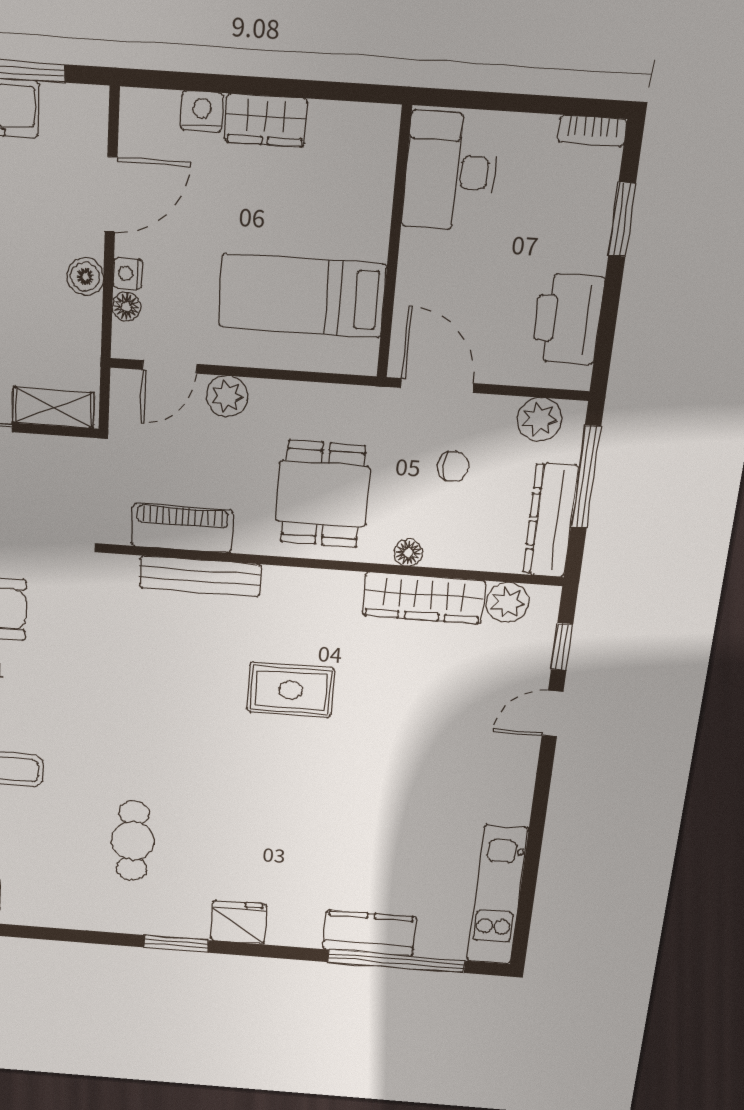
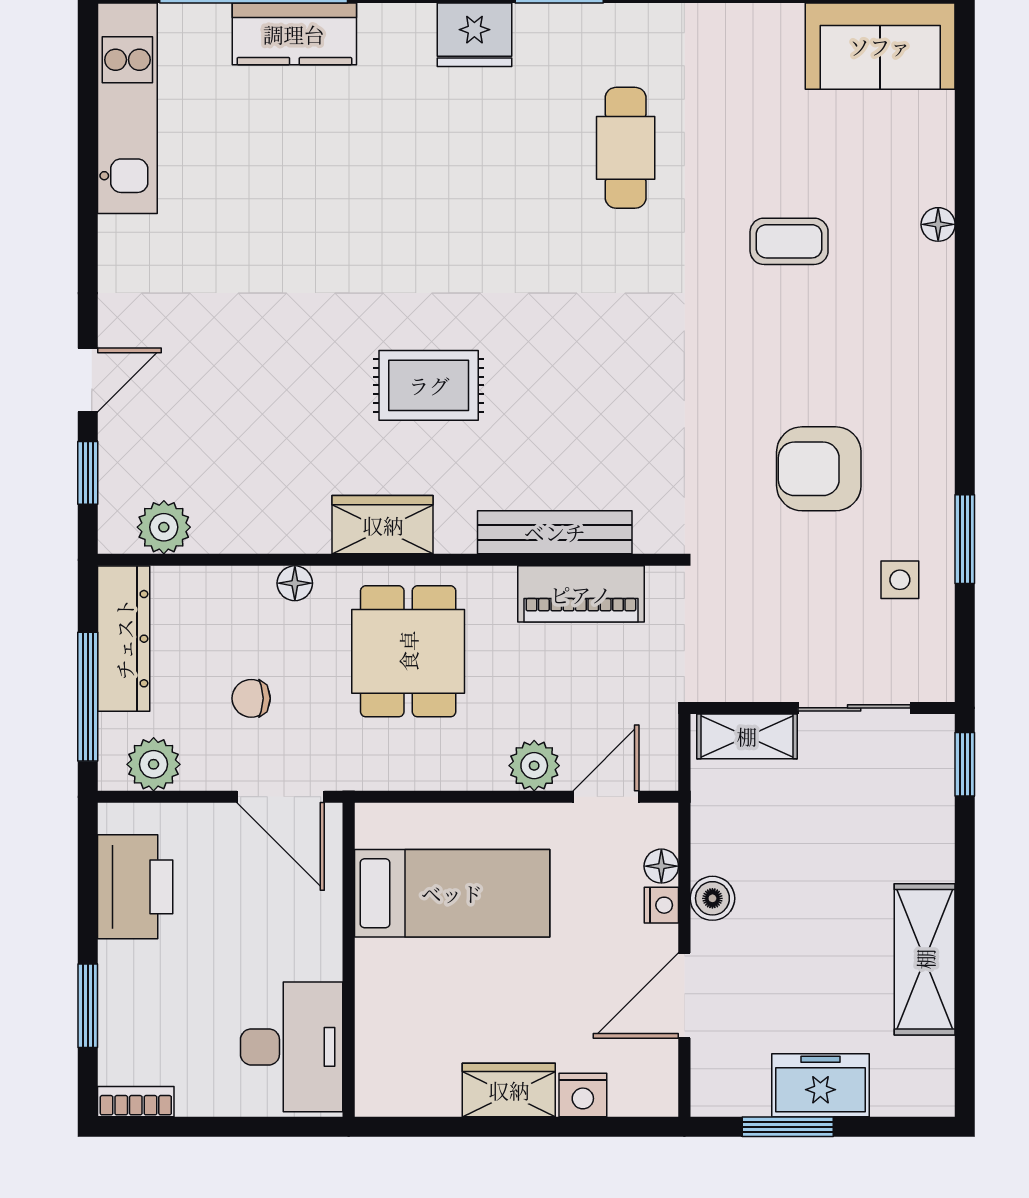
wardrobe: (423, 598) -> (383, 525), moved, width x0.67

